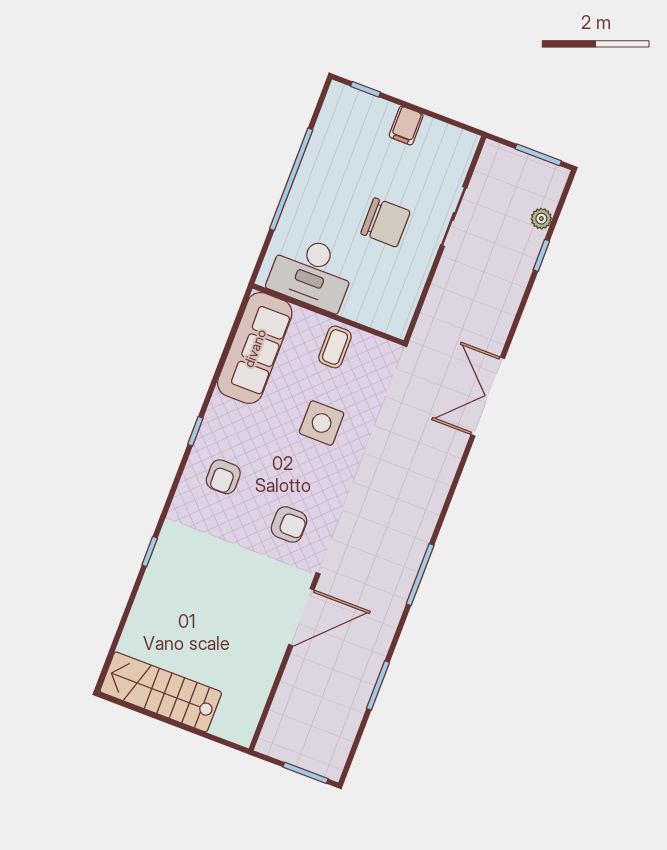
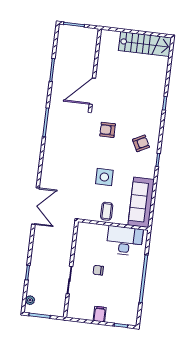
plant: (541, 219) -> (30, 300), moved
chair: (385, 222) -> (98, 270), width x0.54, depth x0.54
armchair: (223, 477) -> (141, 143), turned 63

